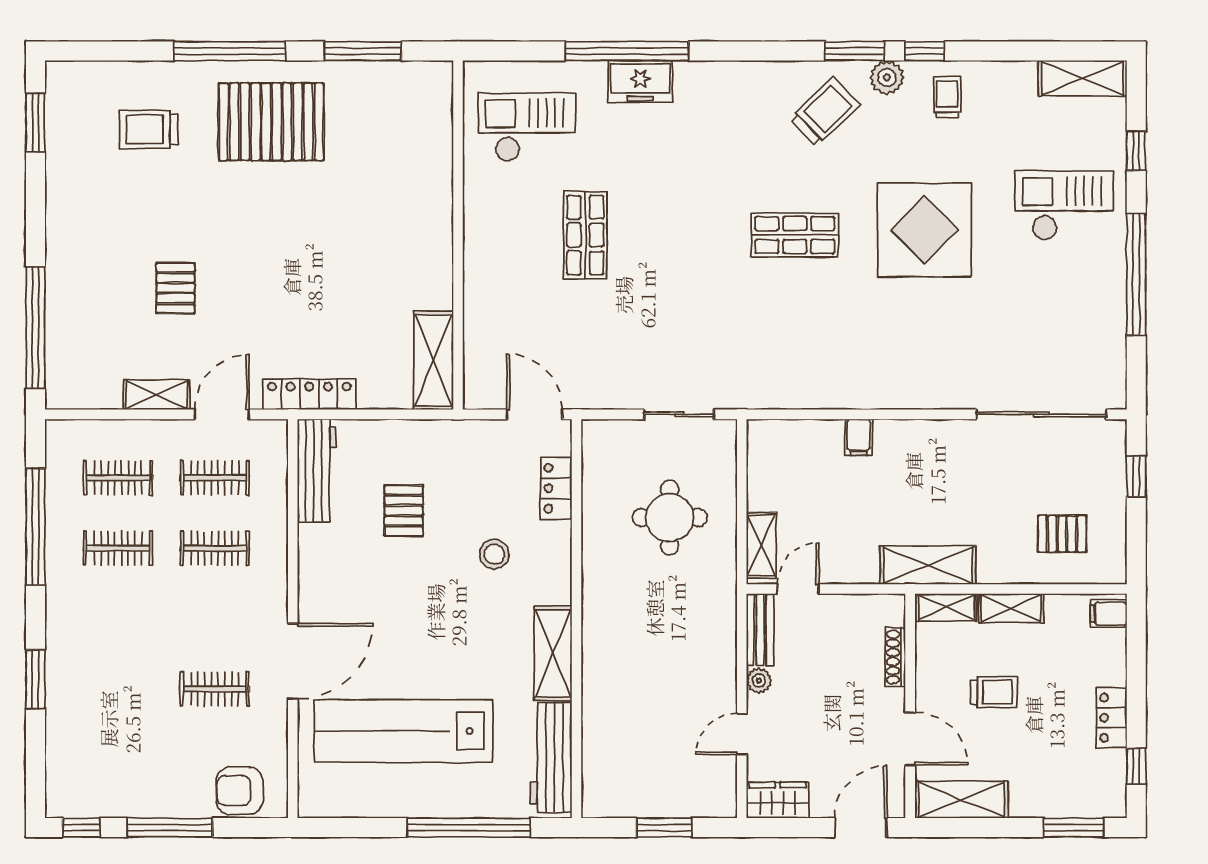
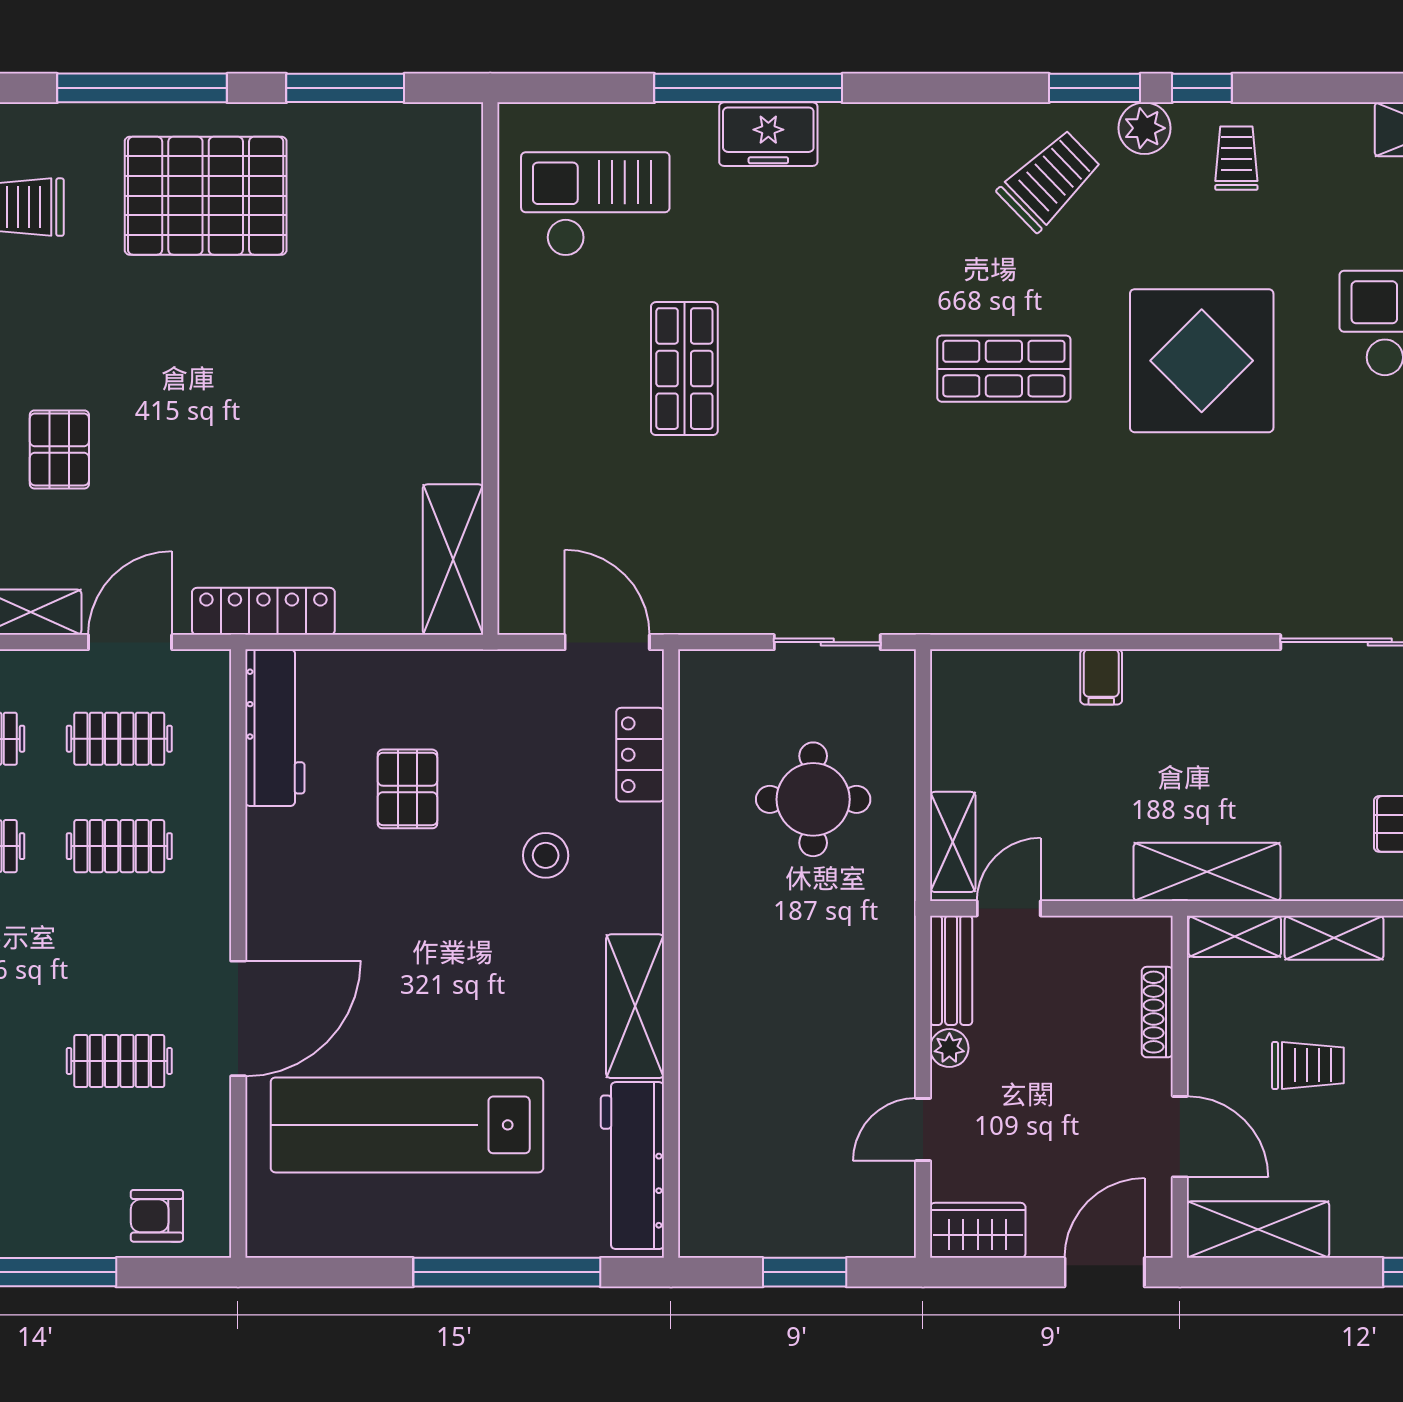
armchair: (239, 791) -> (157, 1216), width x0.72, depth x0.72

